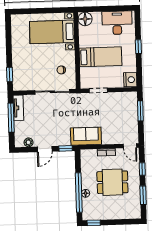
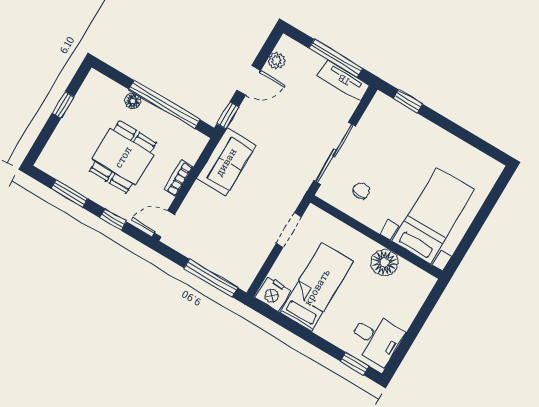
floor lamp: (85, 19) -> (384, 262), moved
desk: (117, 23) -> (376, 339), width x0.73
window: (138, 47) -> (355, 364), moved
bed: (100, 57) -> (317, 287), moved, turned 180
window: (140, 111) -> (211, 278), width x1.44
door: (45, 149) -> (249, 80), swing flipped
window: (79, 193) -> (164, 104), moved
window: (94, 223) -> (63, 105), moved

